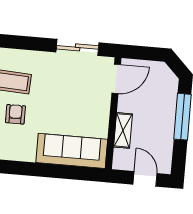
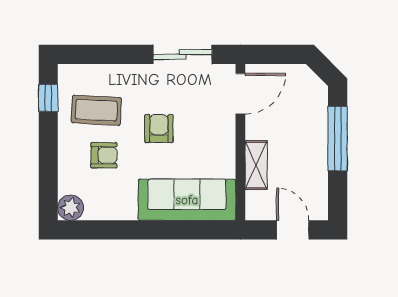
armchair: (56, 99) -> (159, 129), added
armchair: (15, 114) -> (104, 155), turned 90

